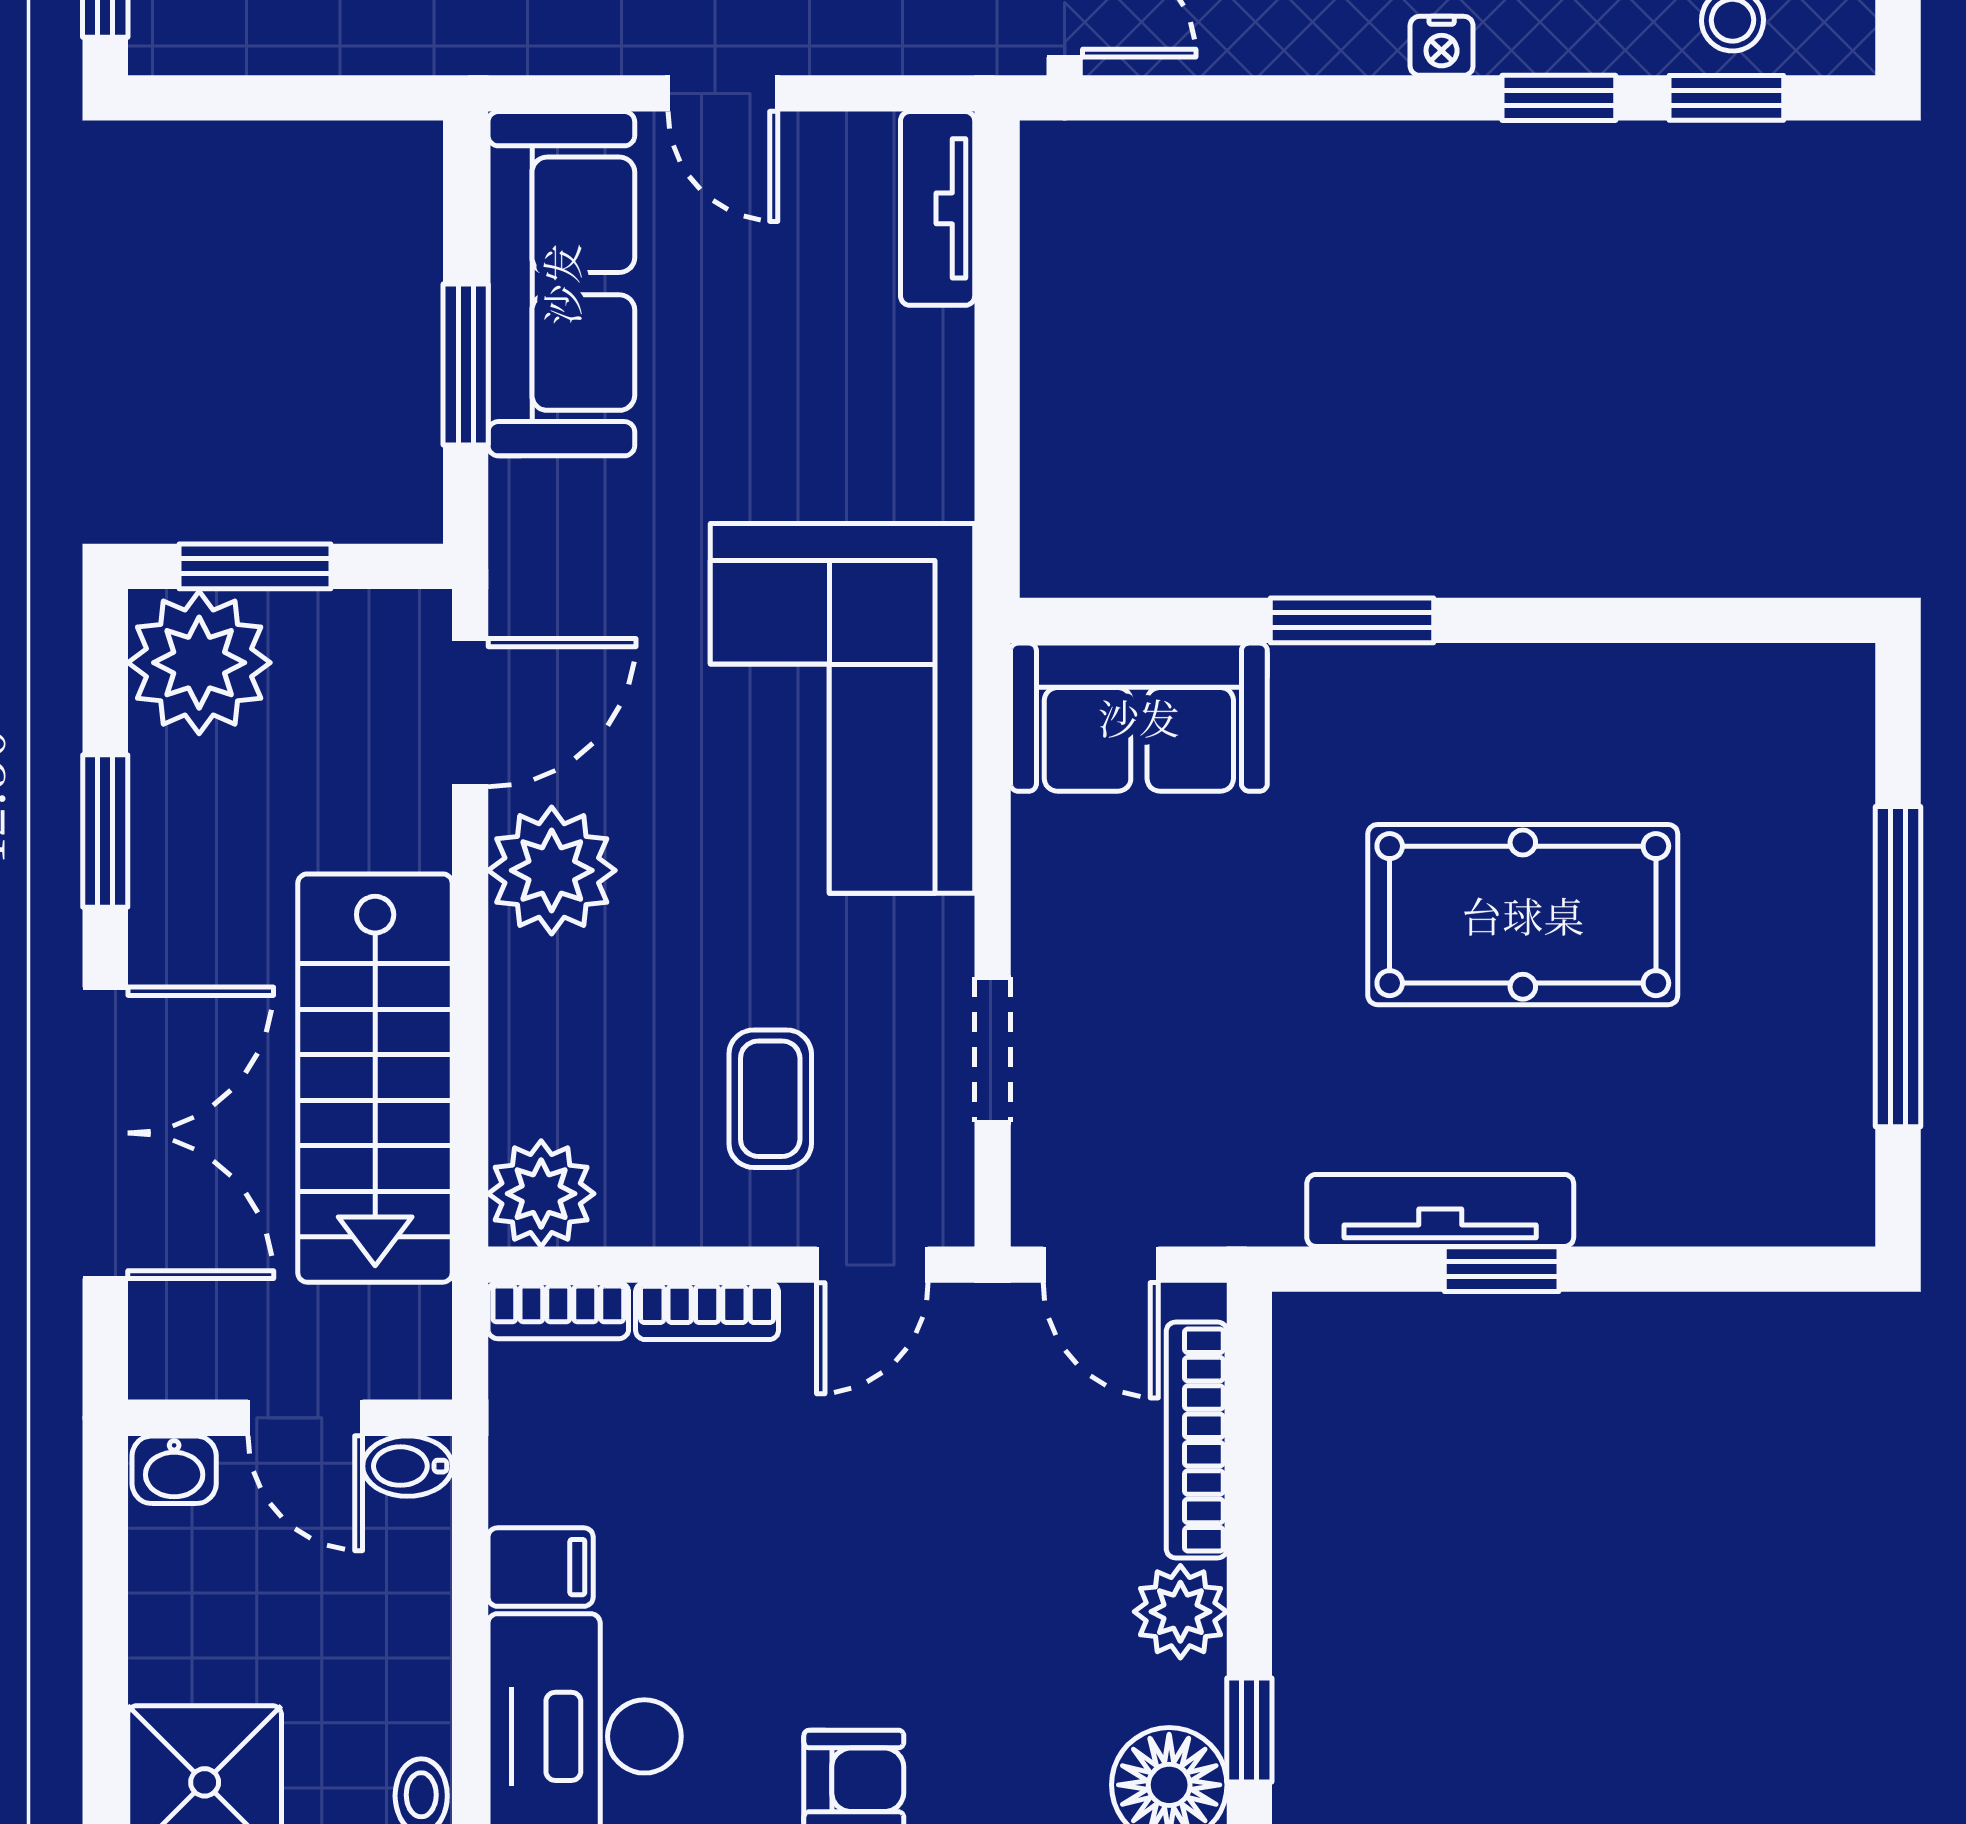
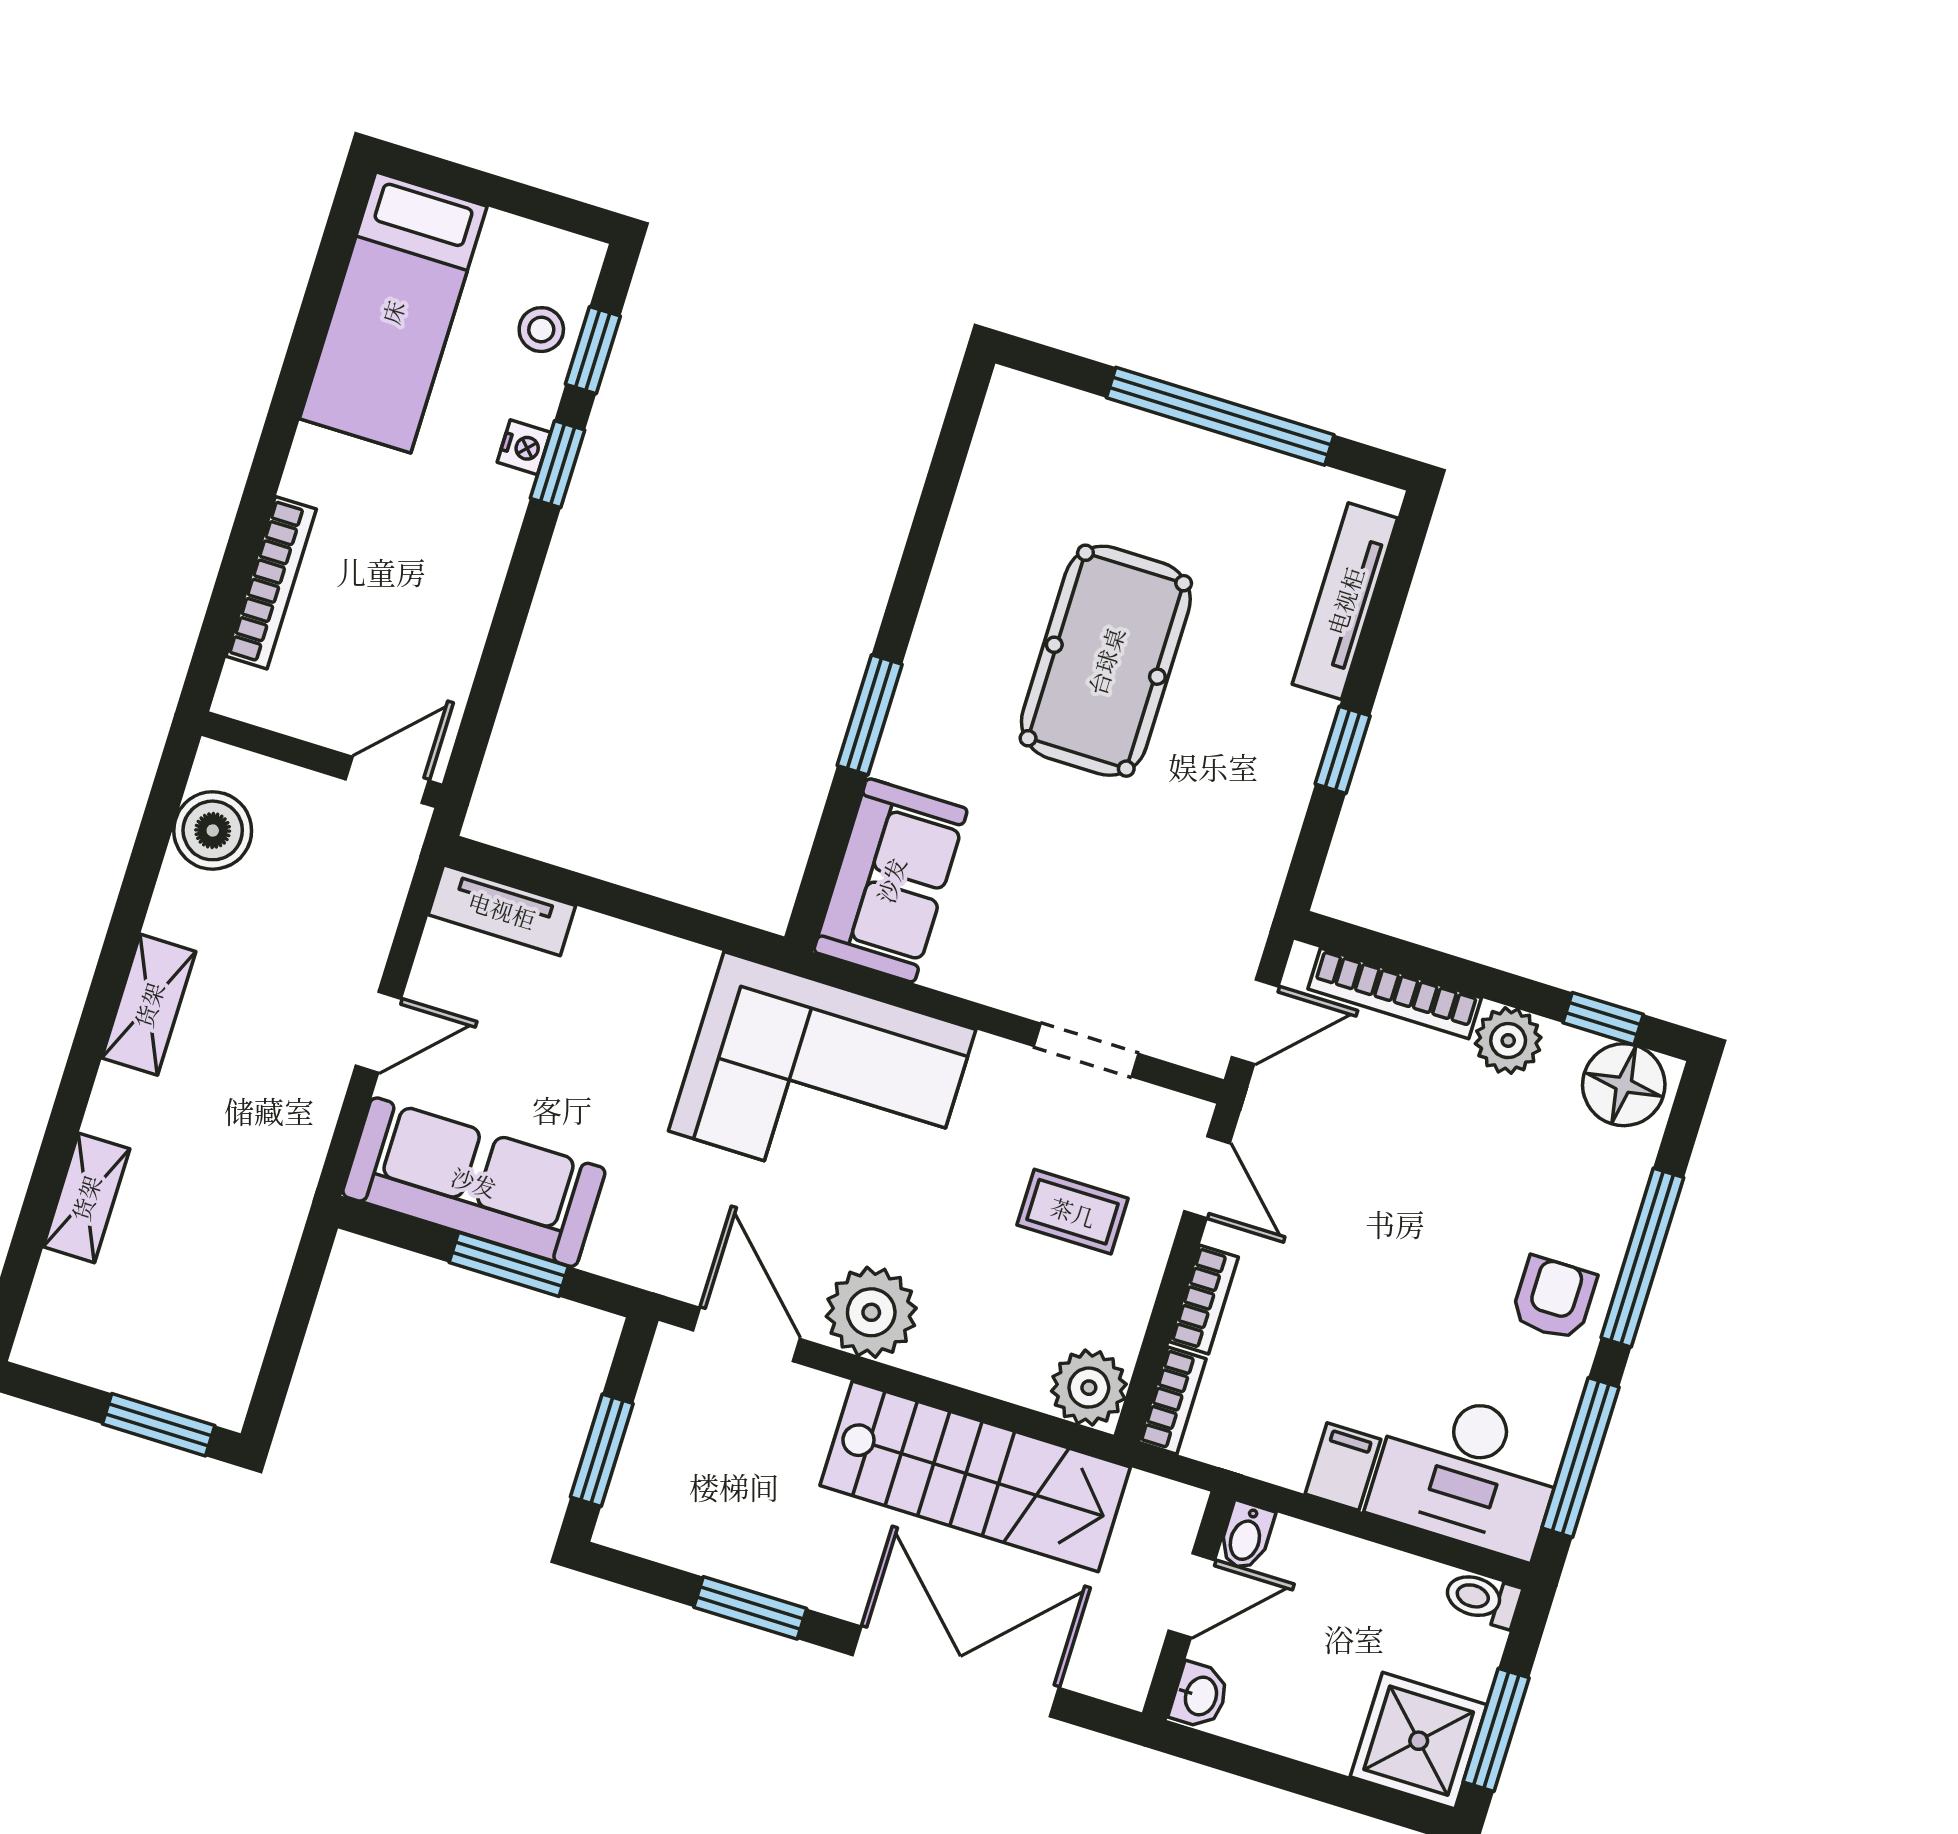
nightstand: (1442, 46) -> (524, 447), moved
plant: (199, 663) -> (655, 1509), removed
tv unit: (1440, 1210) -> (1345, 601), moved

